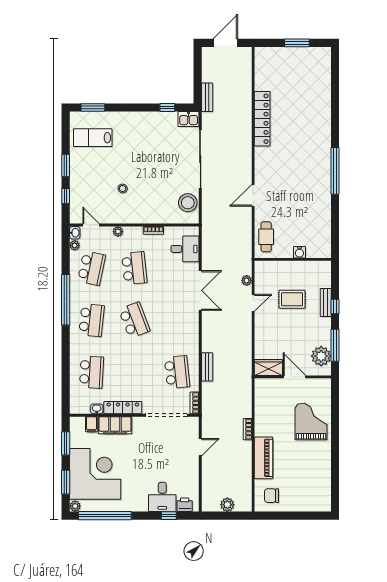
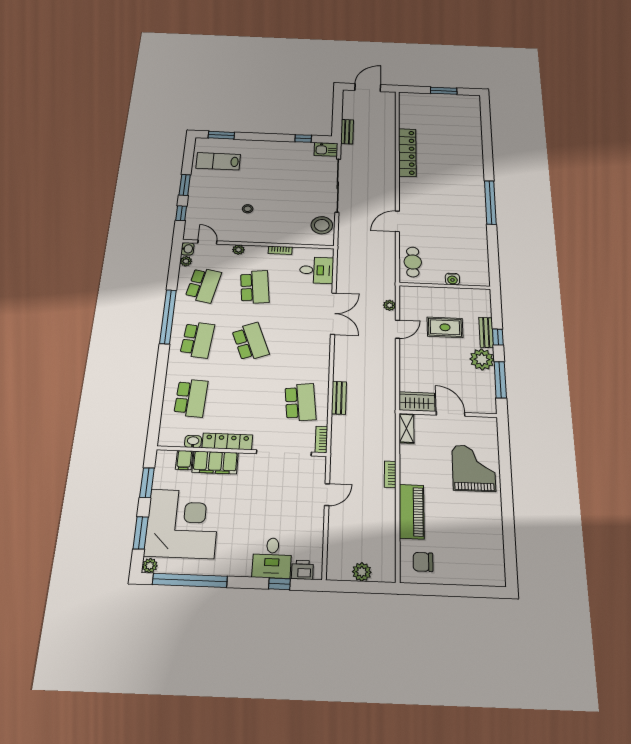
plant: (321, 356) -> (482, 359), moved
shelving: (260, 391) -> (407, 428), added

